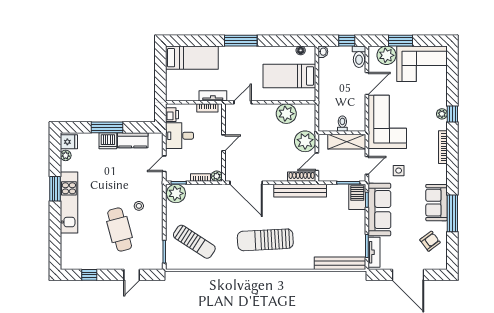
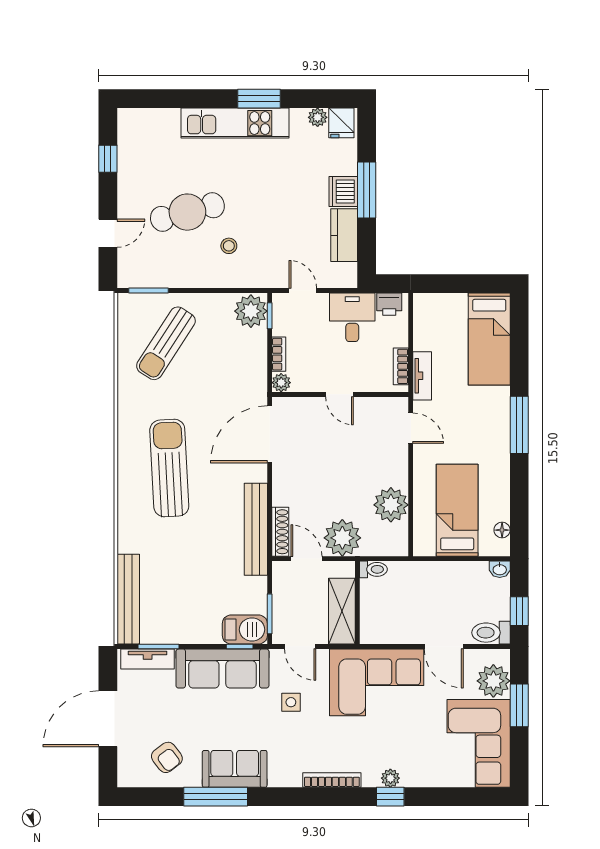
toilet: (342, 124) -> (373, 569), moved
door: (132, 275) -> (108, 233), swing flipped

